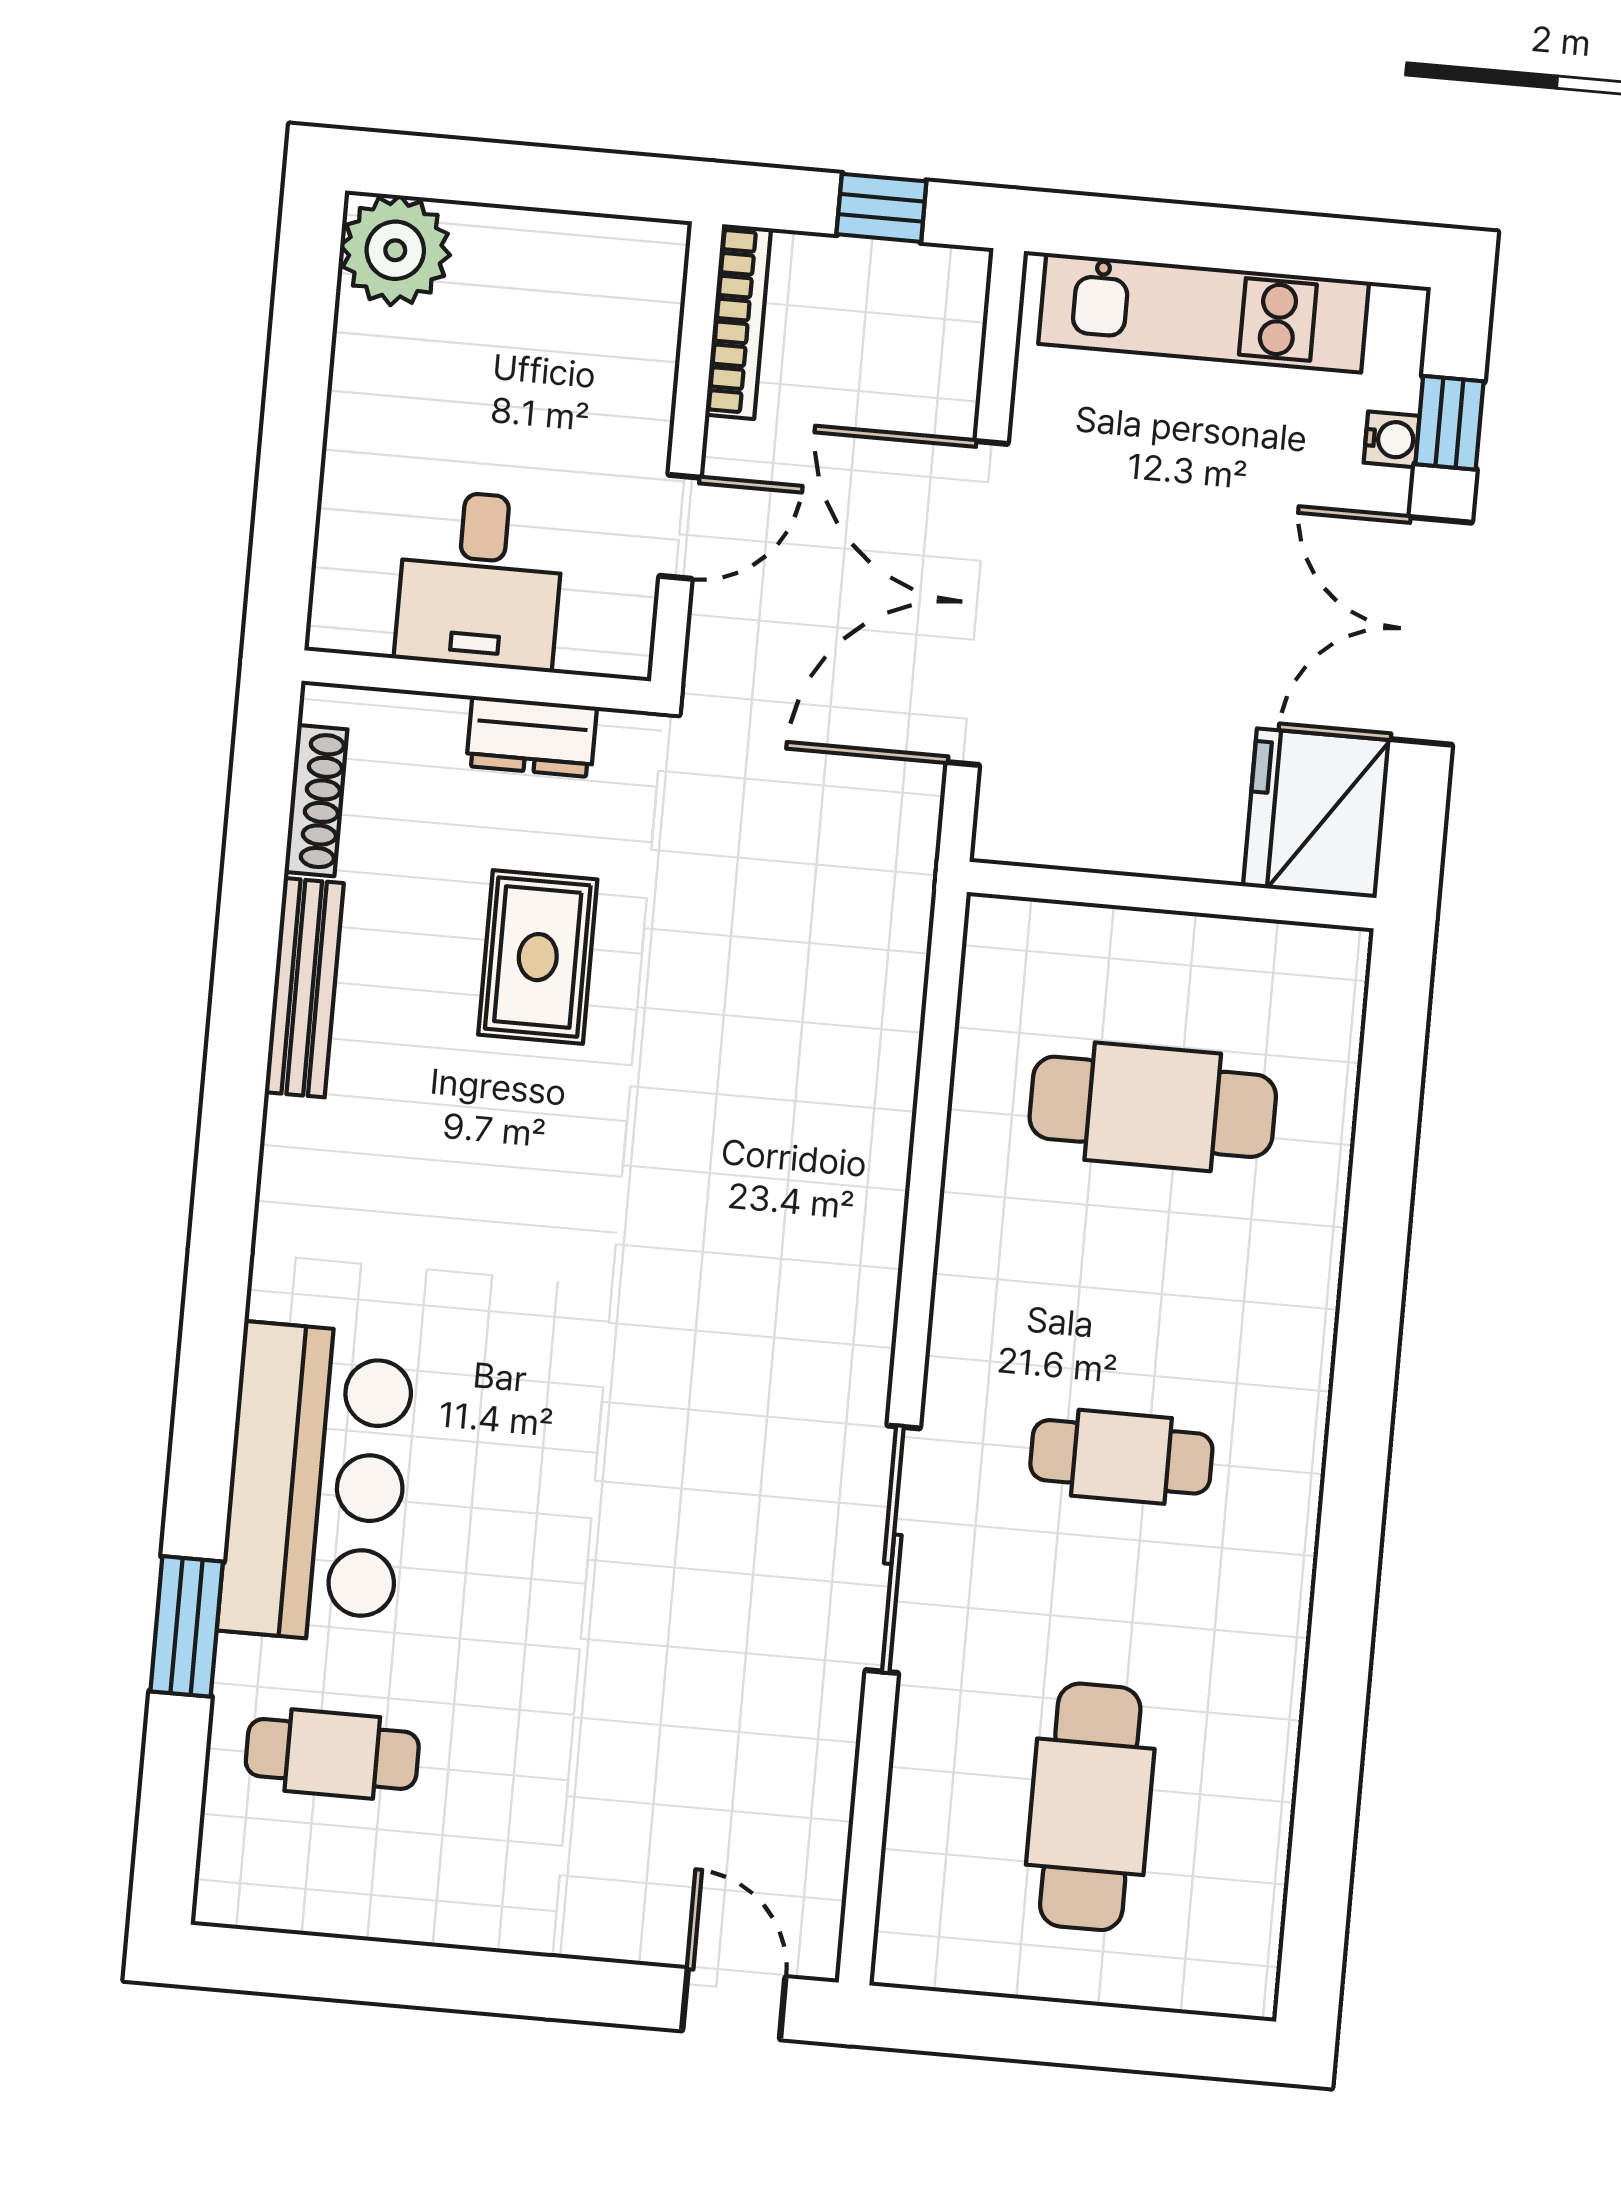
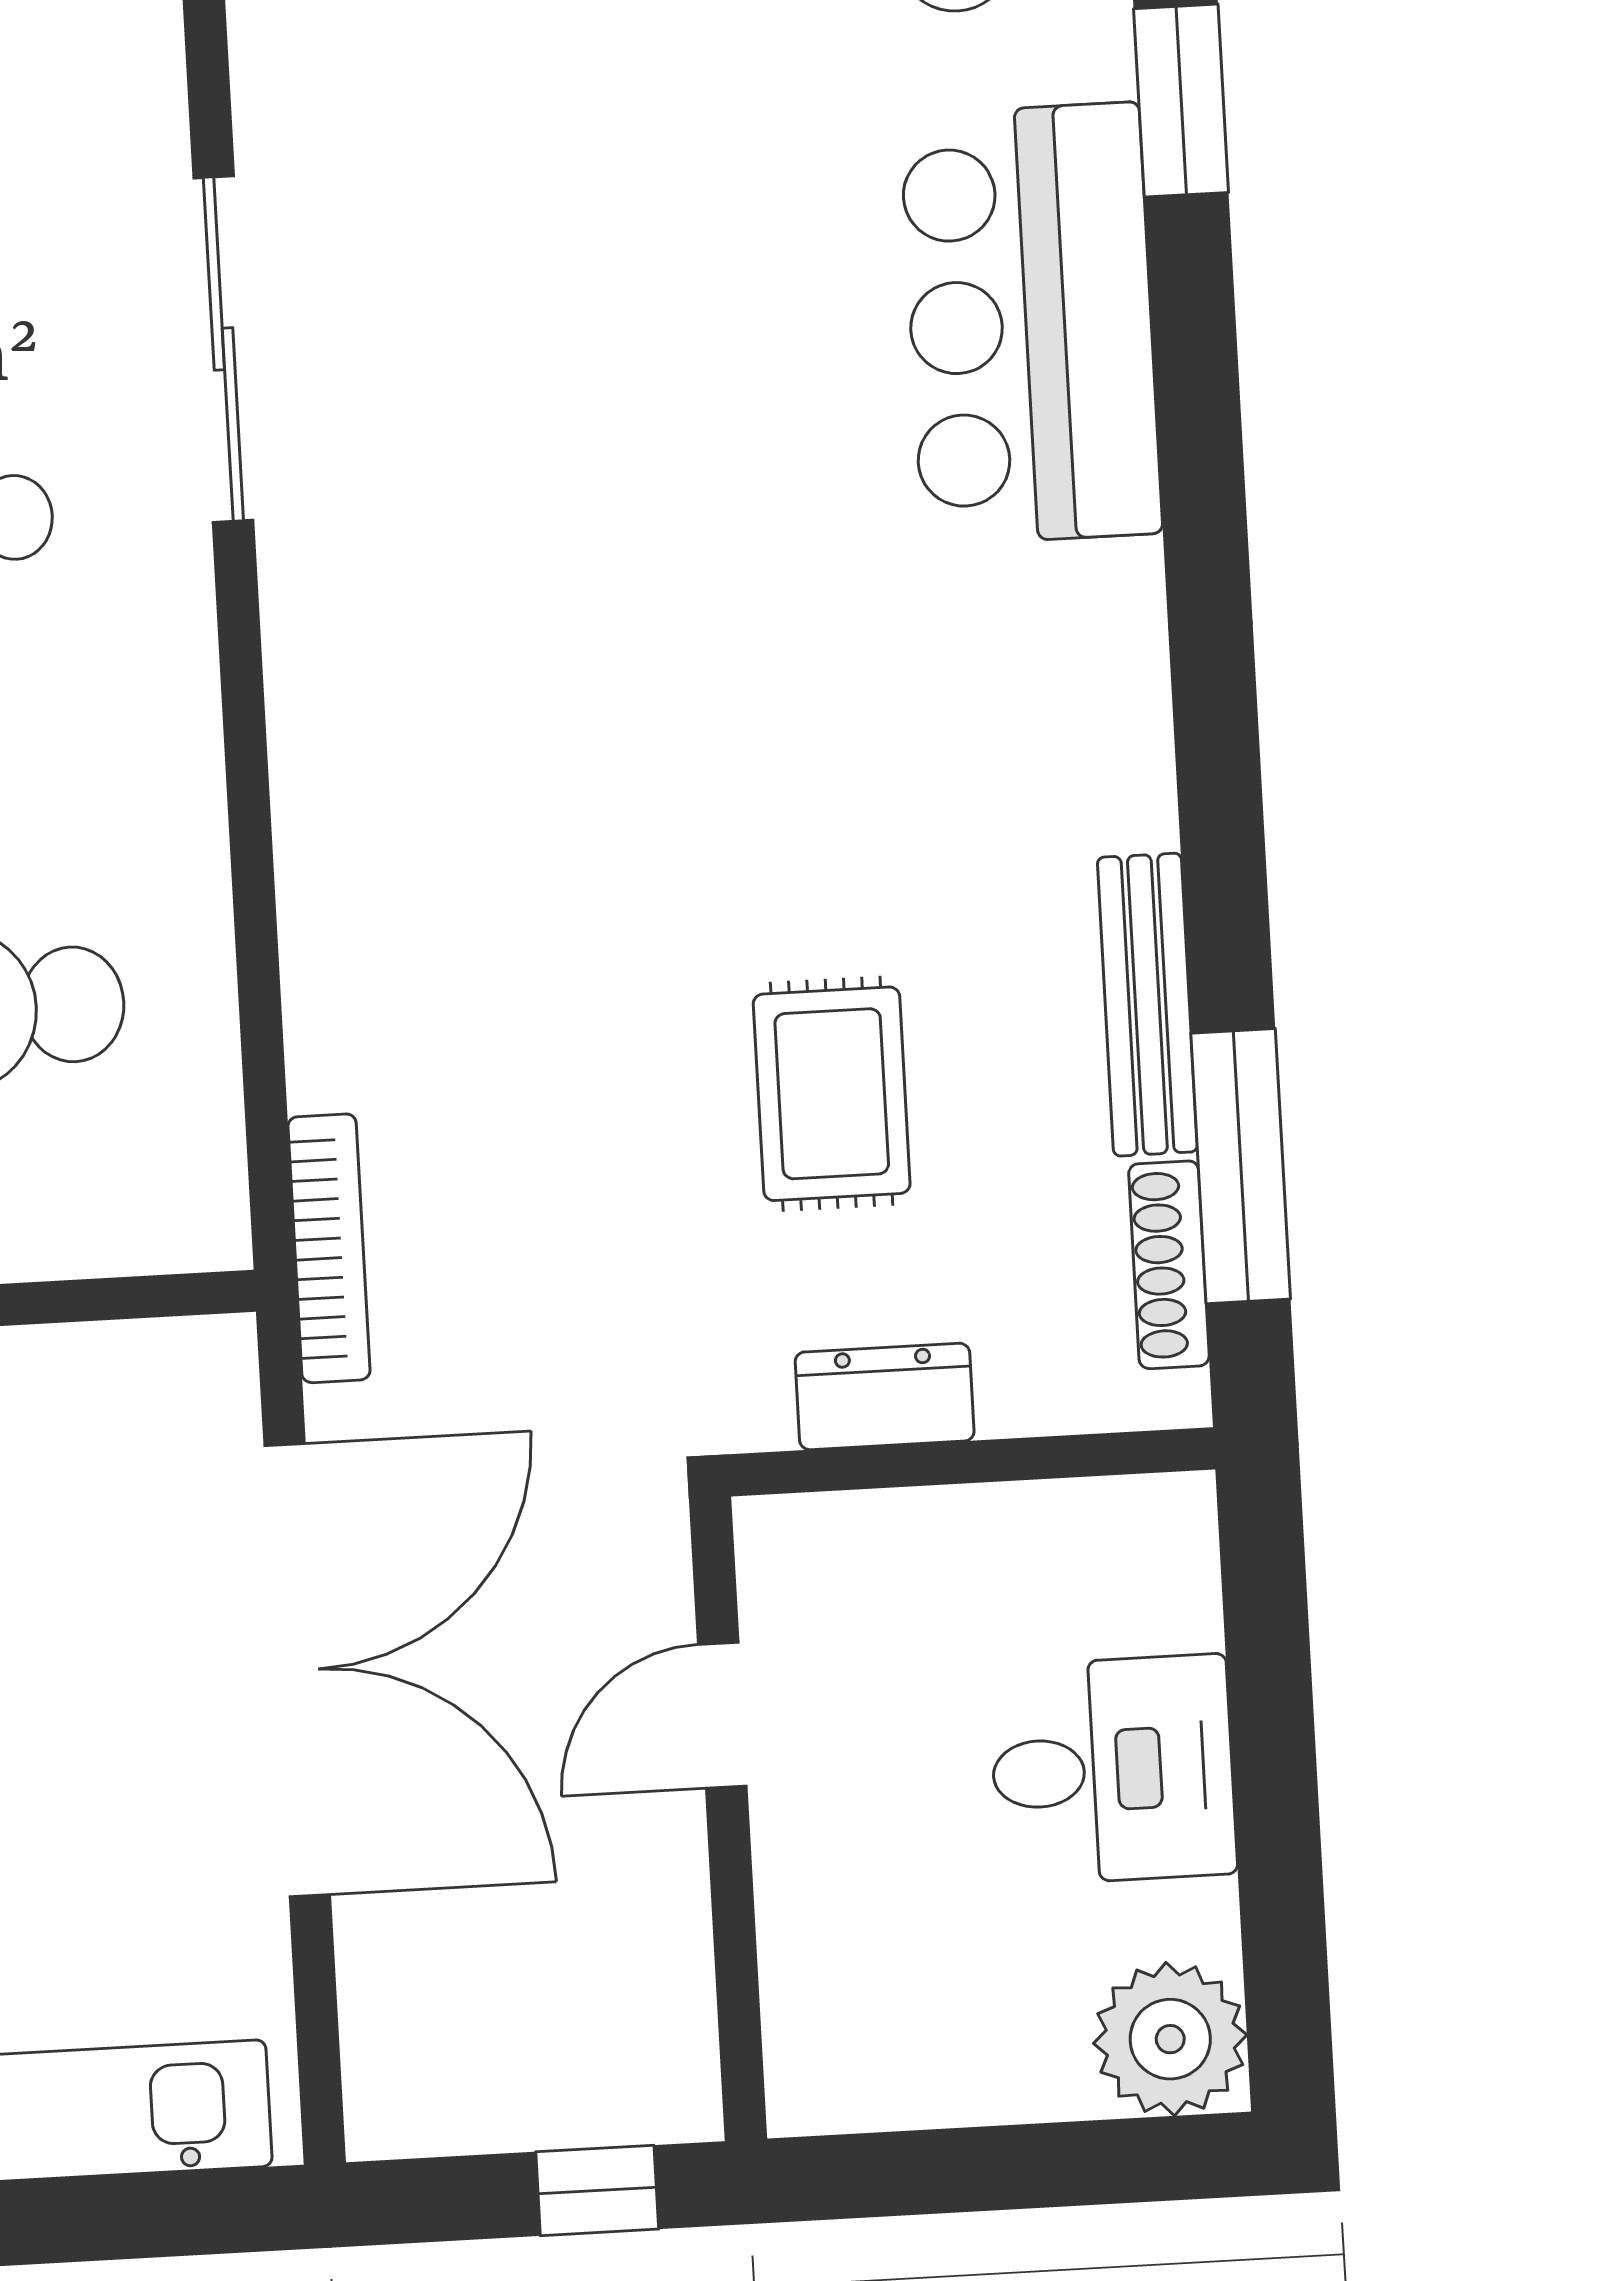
window: (881, 208) -> (597, 2190), moved
bookcase: (738, 322) -> (329, 1248), moved, turned 180
desk: (480, 580) -> (1113, 1770), moved, turned 90
window: (255, 863) -> (1241, 1166), added

